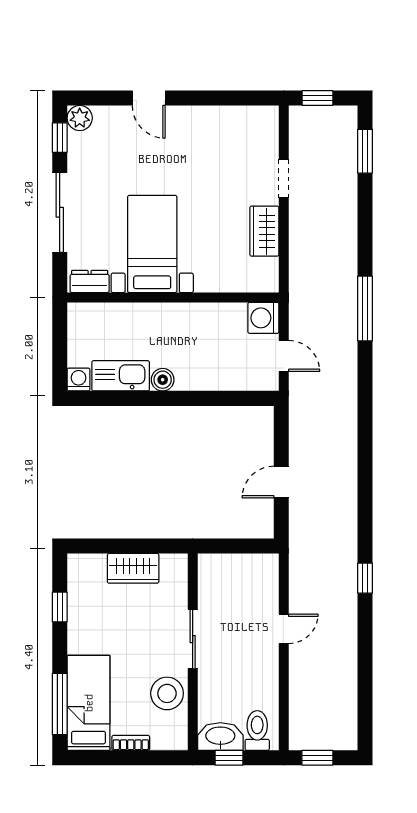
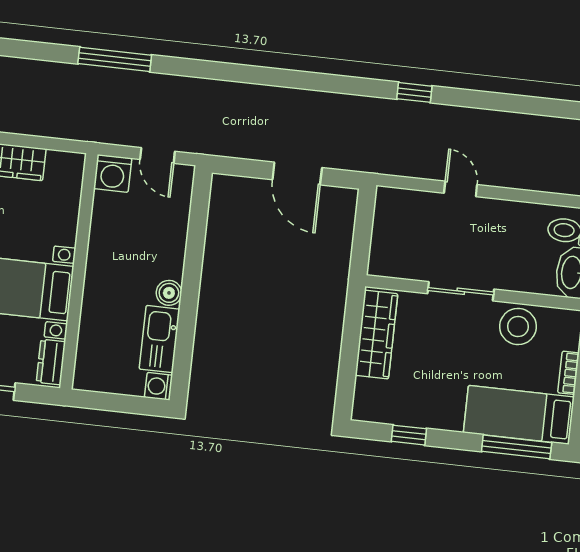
door: (284, 356) -> (157, 155), swing flipped
door: (281, 482) -> (297, 174), width x1.38
wardrobe: (133, 568) -> (376, 335), width x1.50

